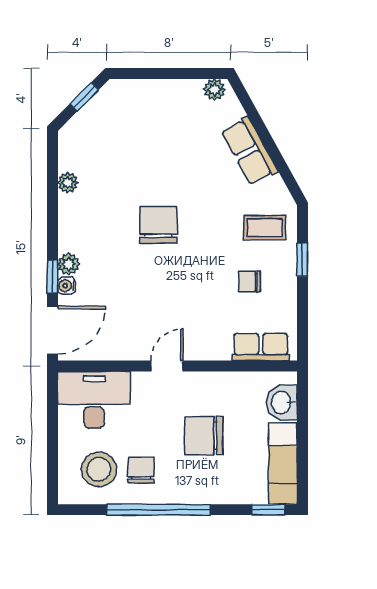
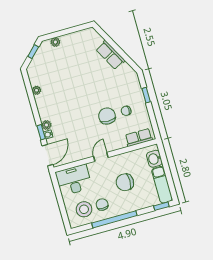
plant: (215, 90) -> (55, 42), moved
chair: (158, 225) -> (107, 116), moved
coffee table: (265, 228) -> (126, 86), removed

